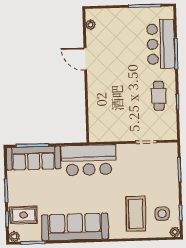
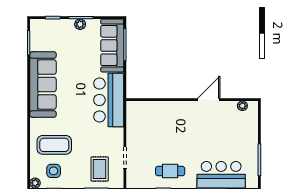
rug: (24, 215) -> (100, 169), moved
plant: (14, 236) -> (80, 24), moved

